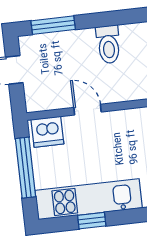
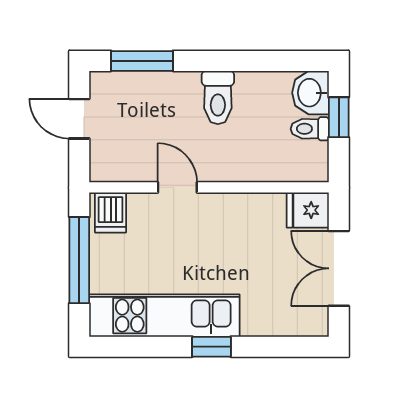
dishwasher: (47, 132) -> (111, 212), width x0.73
window: (92, 221) -> (211, 347), moved

